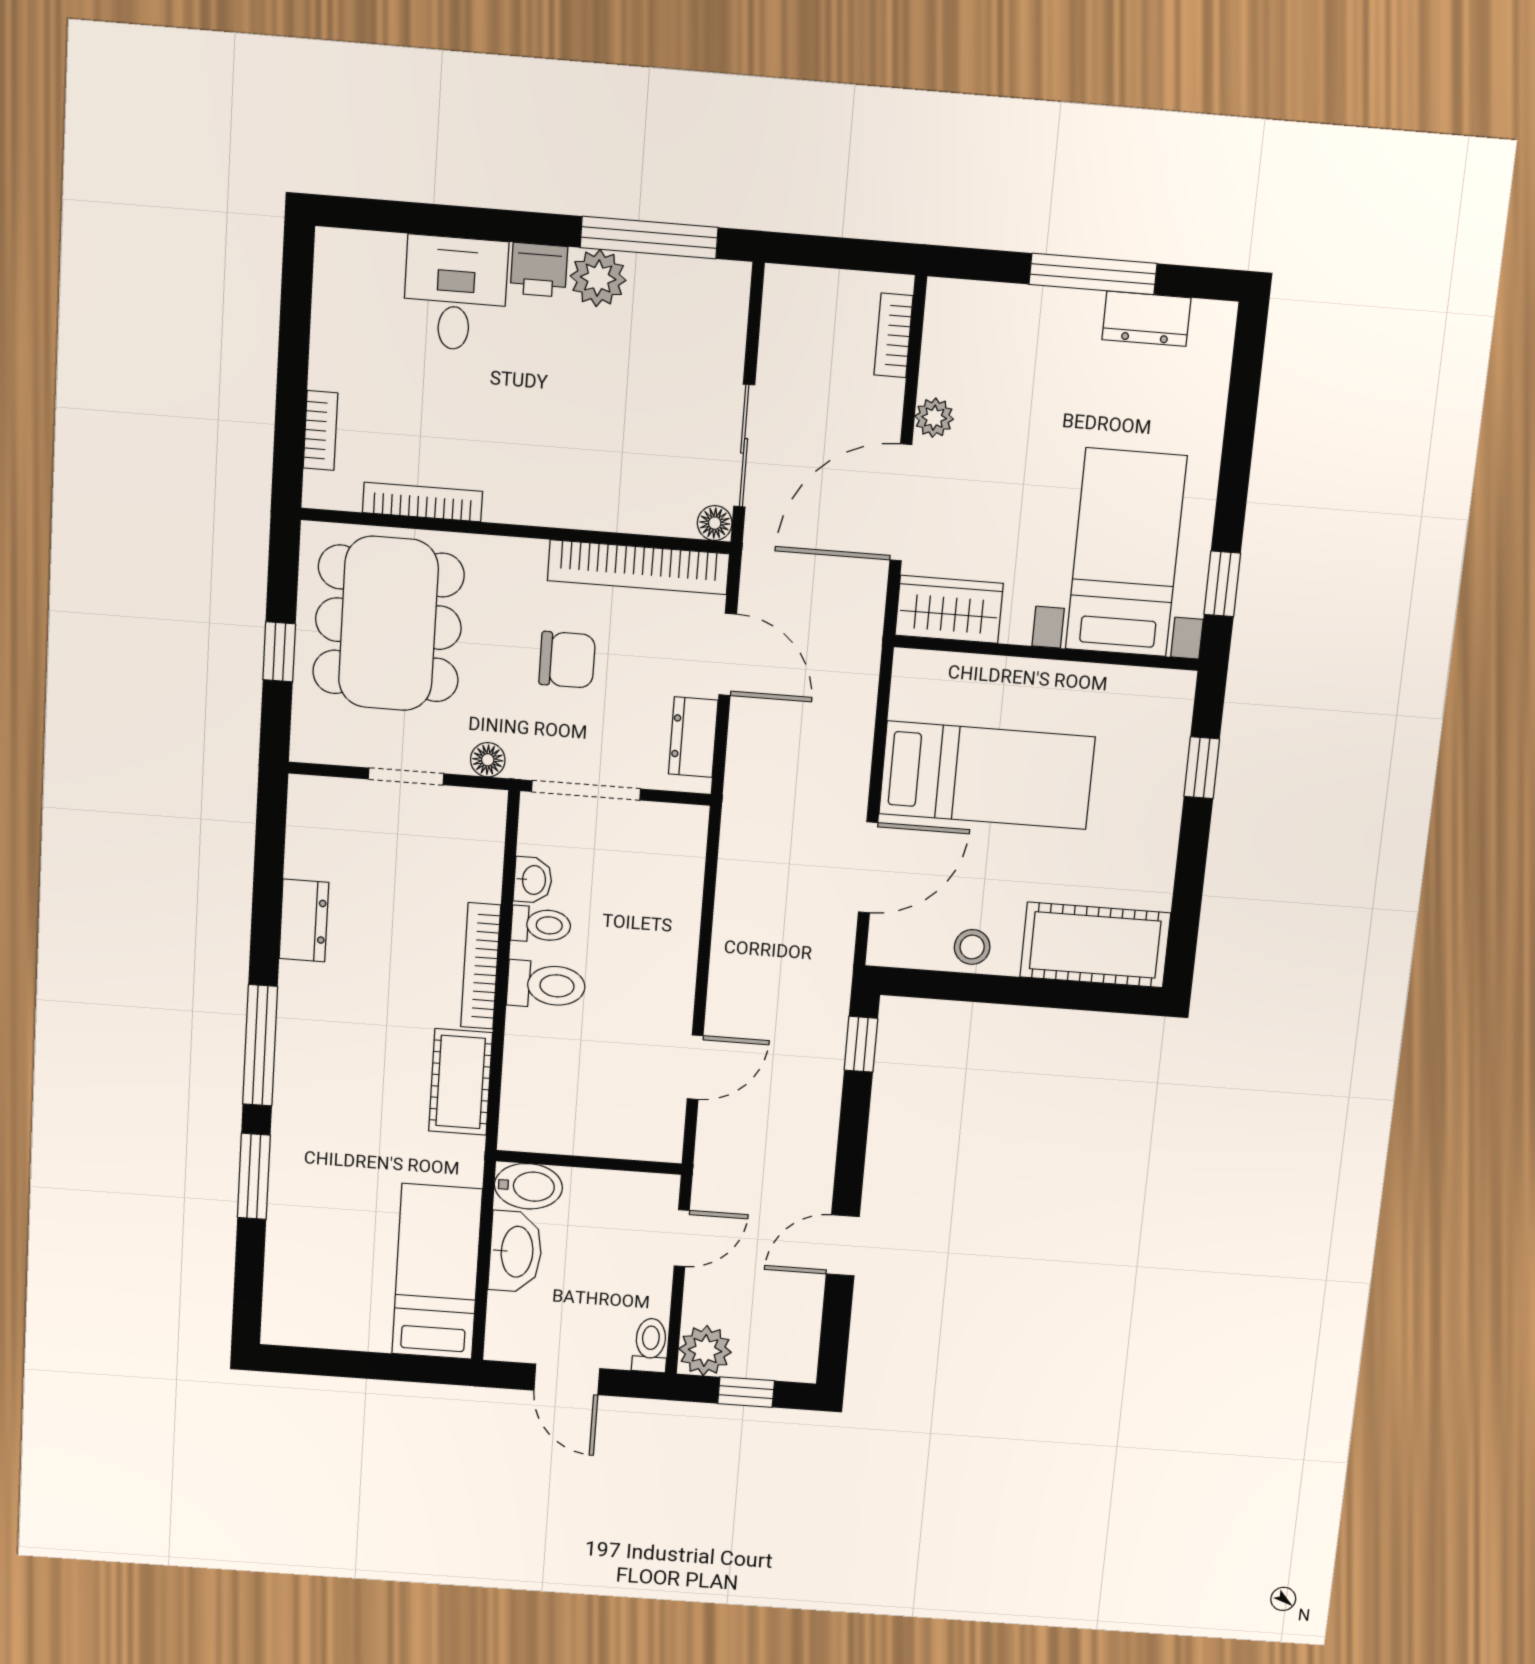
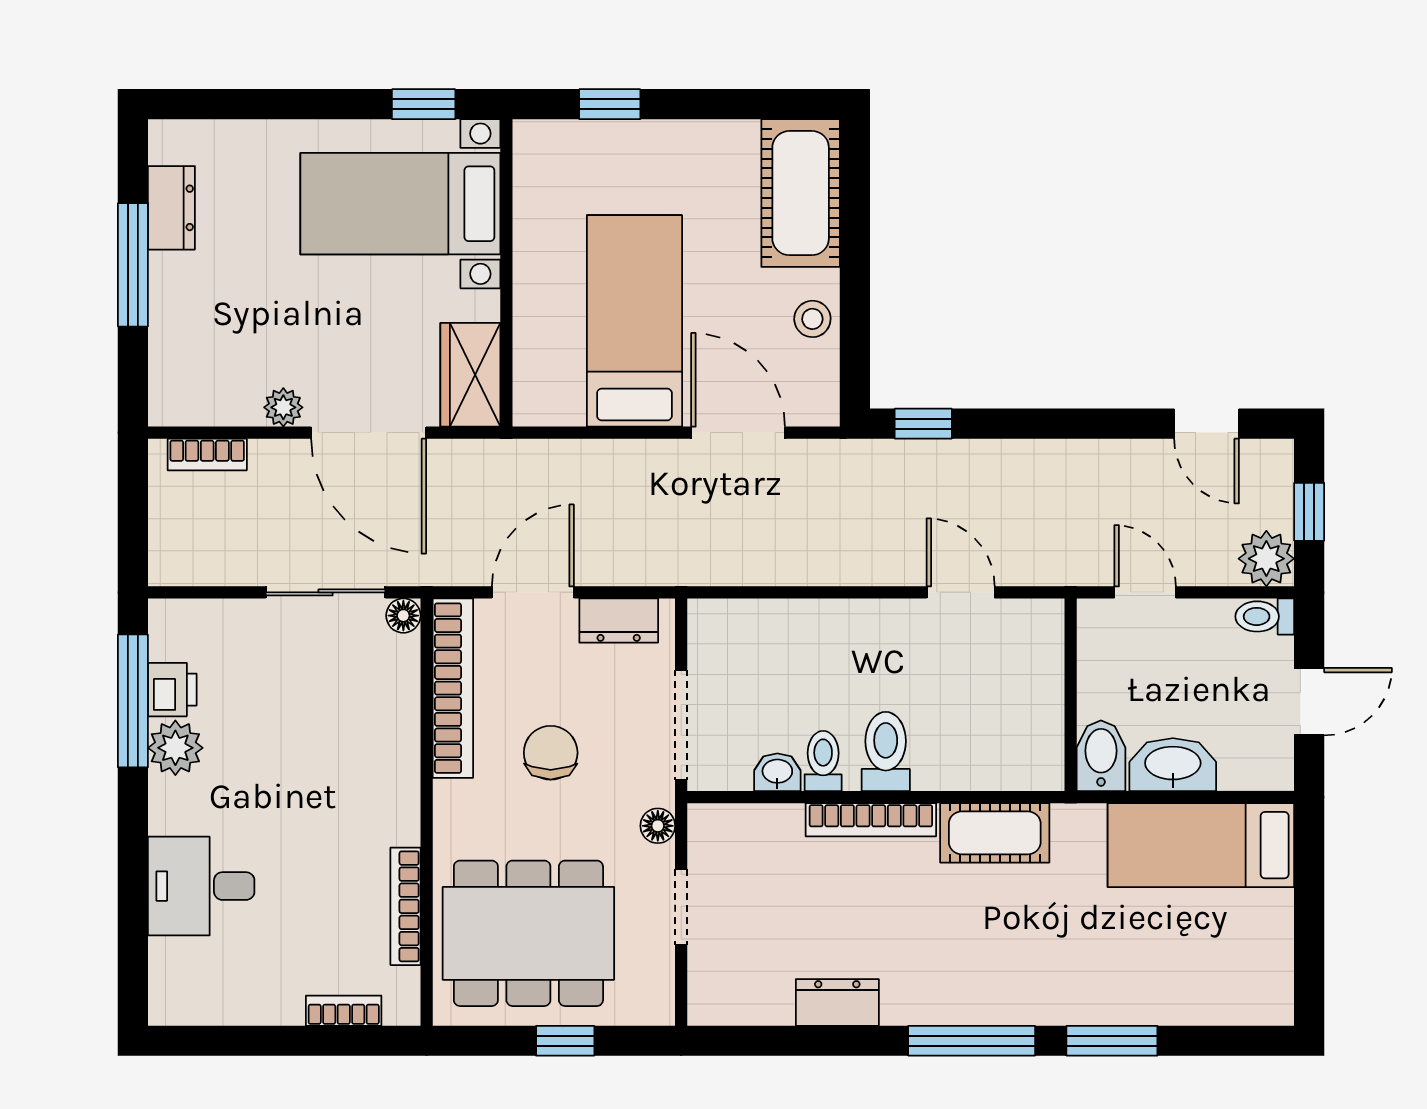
printer: (539, 270) -> (172, 690), moved
door: (843, 1245) -> (1207, 424), moved

